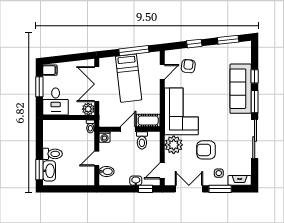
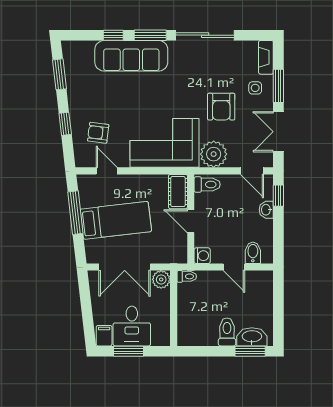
desk: (56, 102) -> (132, 326), moved, turned 90
toilet: (142, 140) -> (207, 184), moved

